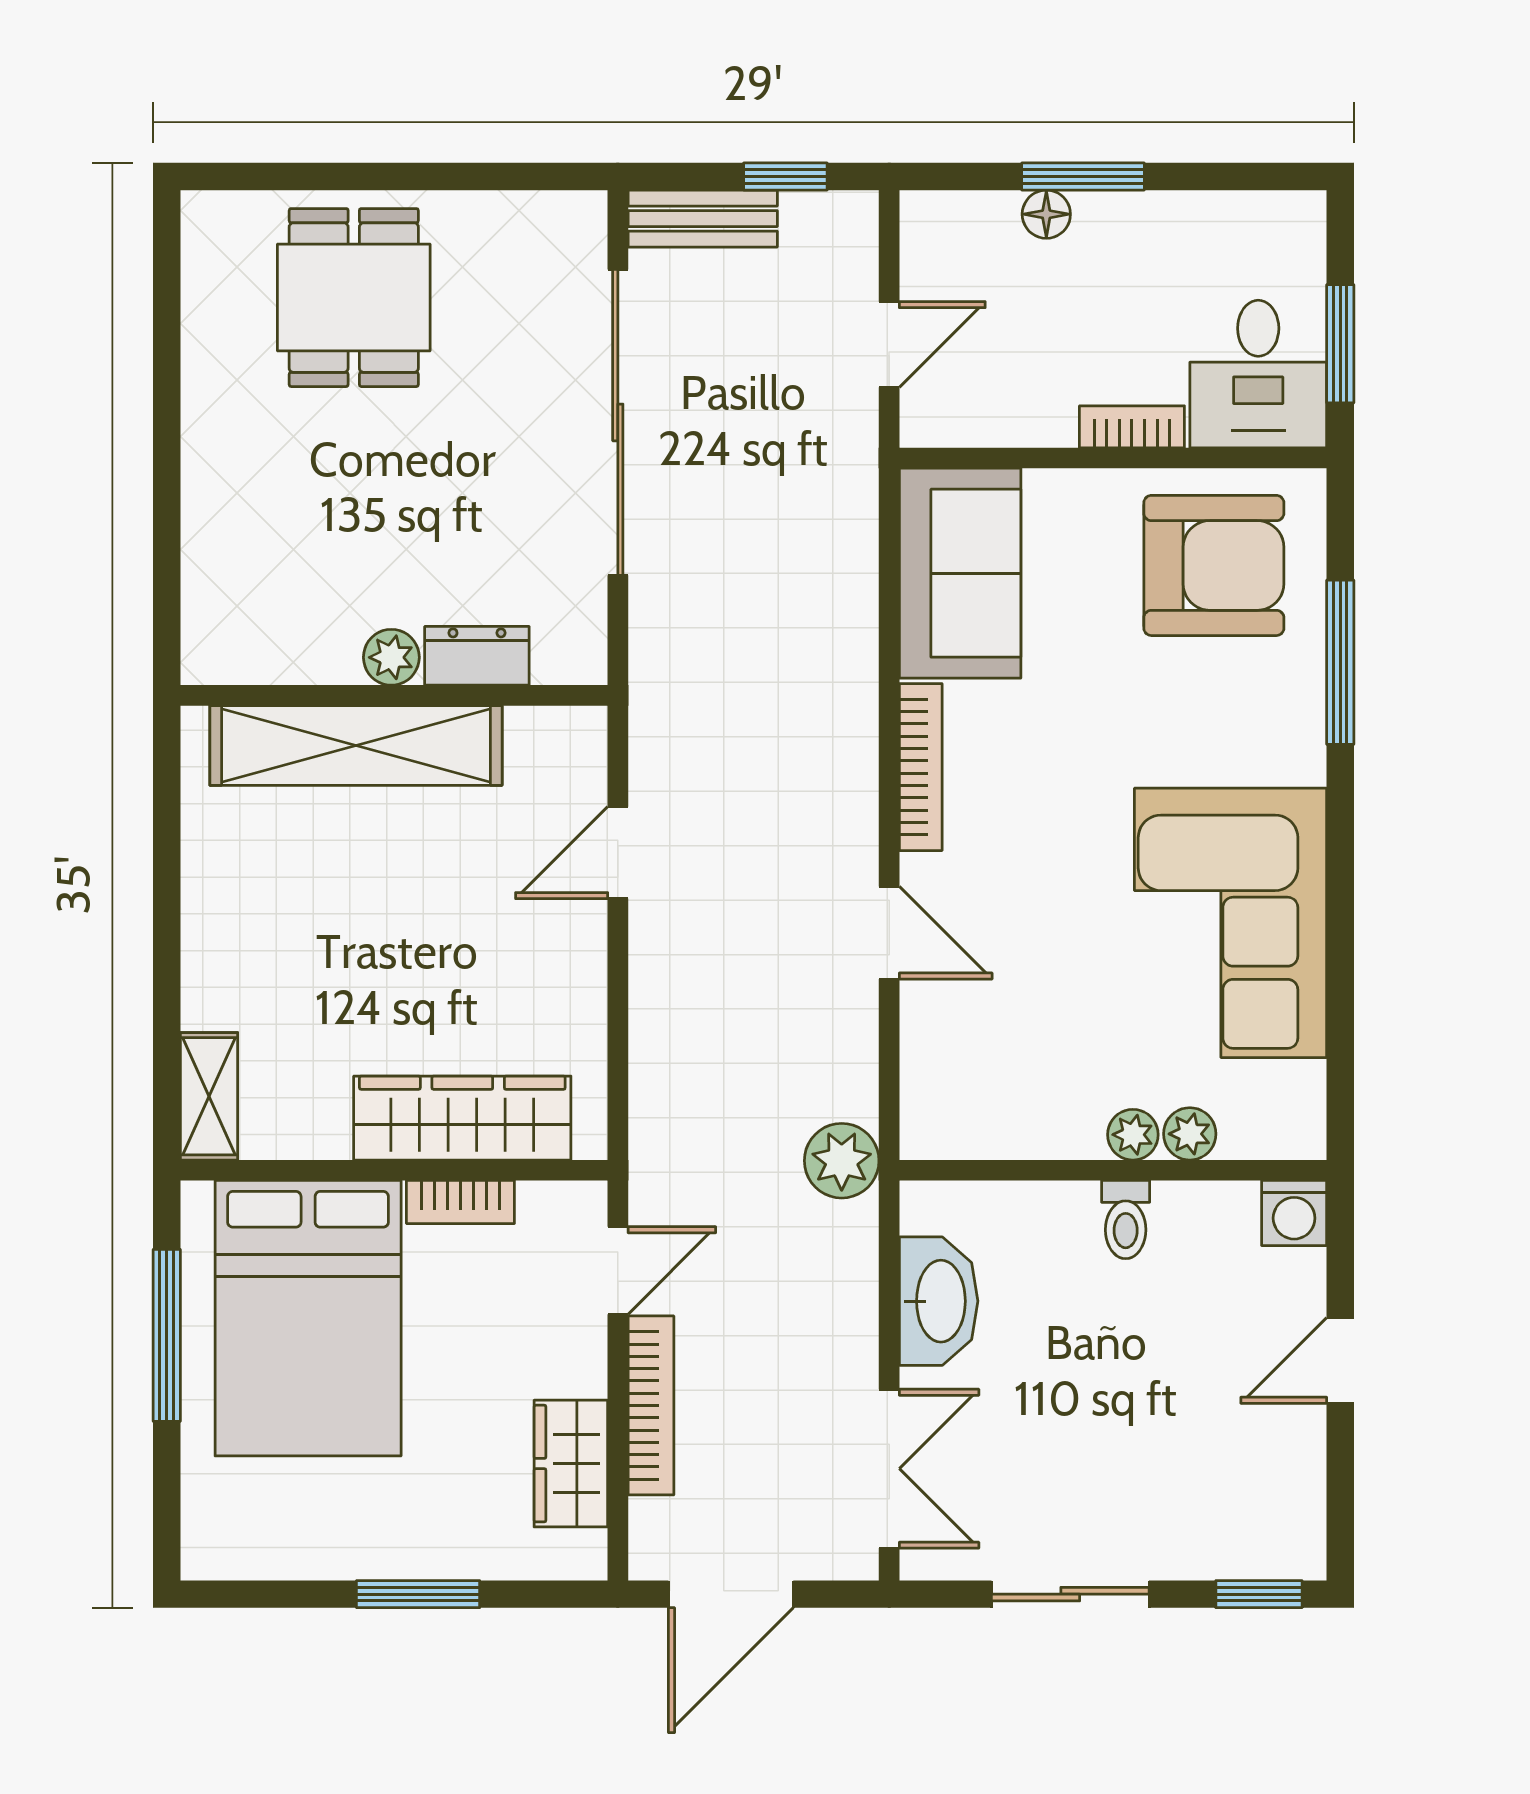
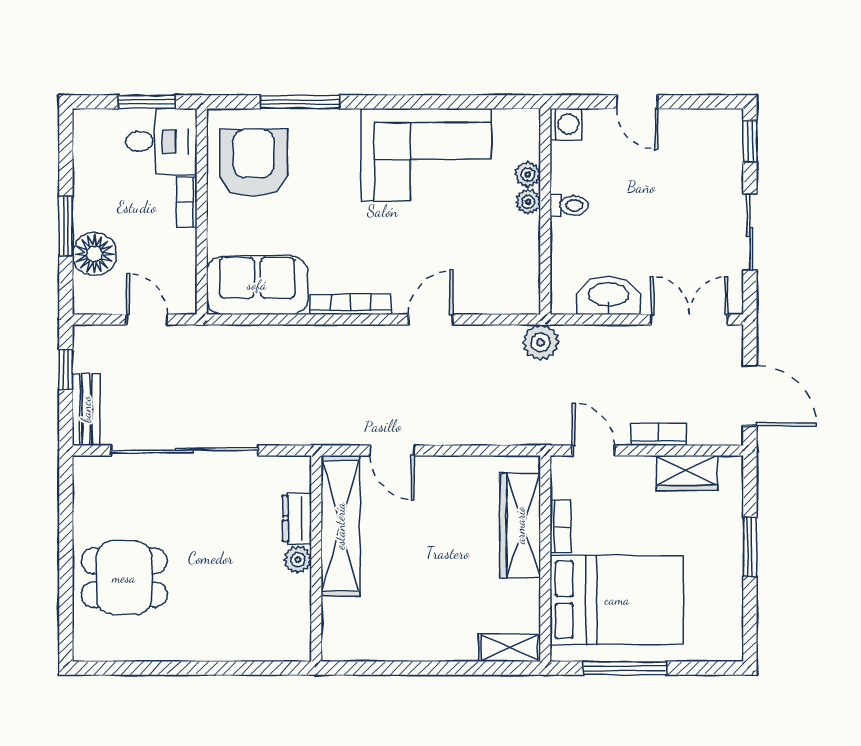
floor lamp: (1046, 214) -> (94, 254), width x1.89, depth x1.89
shelving: (356, 745) -> (340, 526), moved
bookcase: (651, 1405) -> (659, 434), width x0.64

